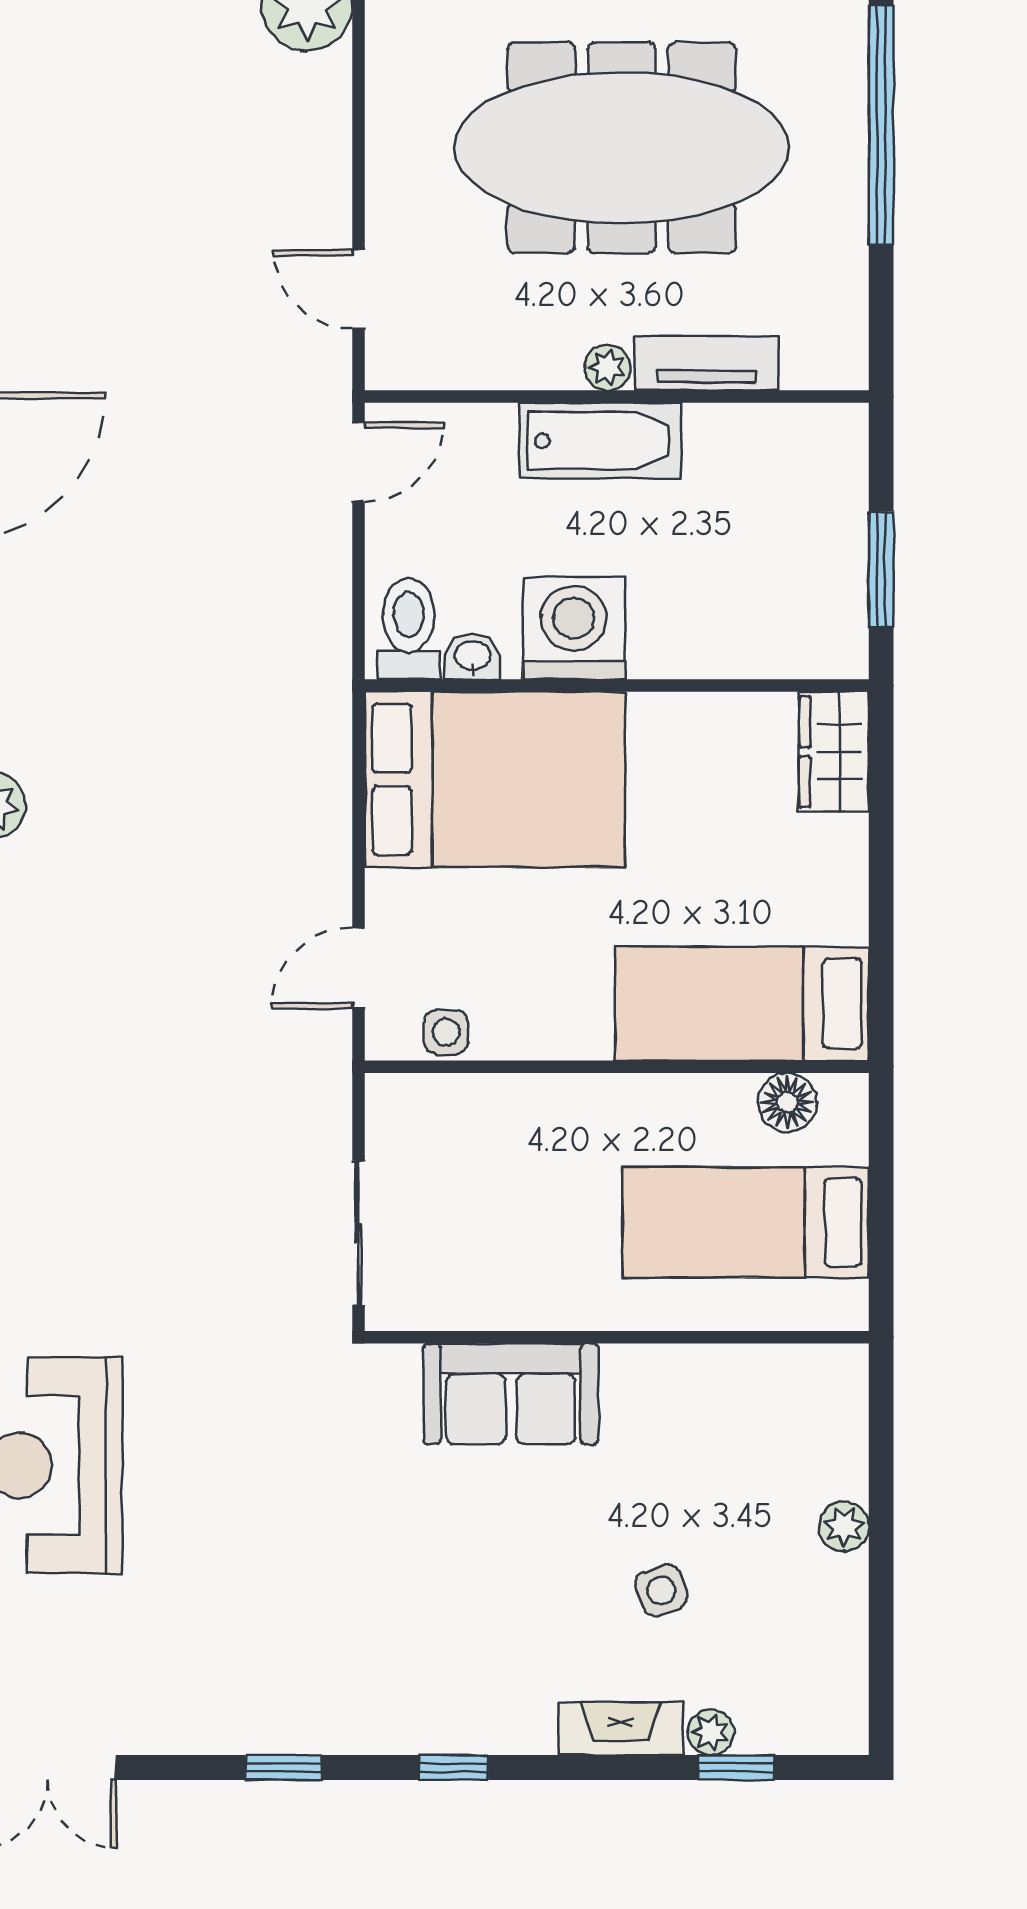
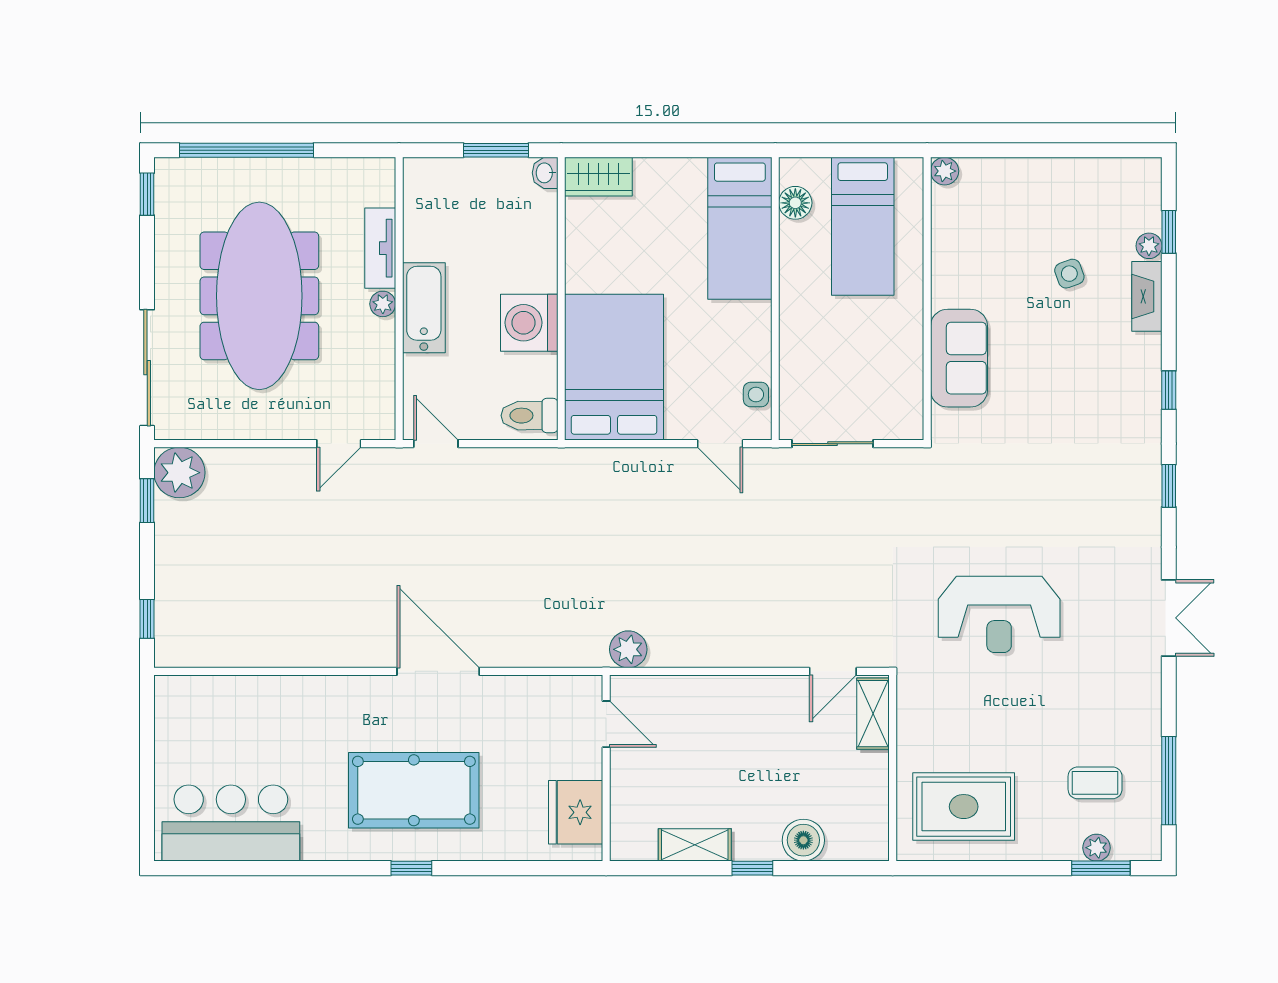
washbasin: (472, 657) -> (545, 173), moved
sliding door: (359, 1233) -> (832, 444), moved
plant: (844, 1526) -> (945, 171), moved

